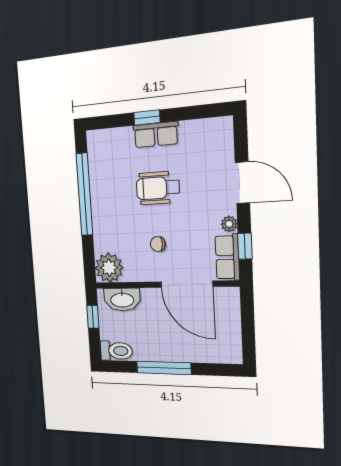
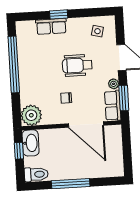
row of seats: (156, 135) -> (51, 26), moved
side table: (205, 142) -> (97, 31), added
wheelchair: (158, 188) -> (77, 65), moved
window: (245, 246) -> (124, 98), width x1.50
washbasin: (122, 300) -> (31, 143), moved, turned -90

